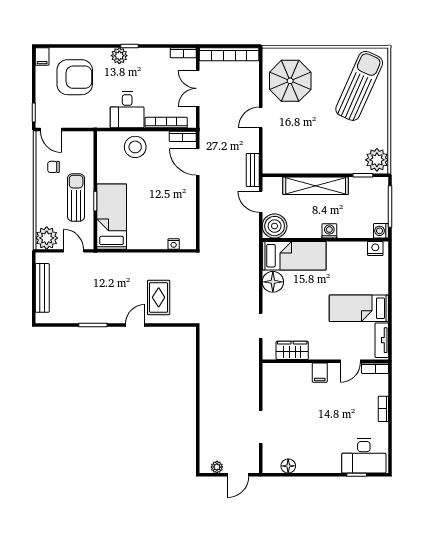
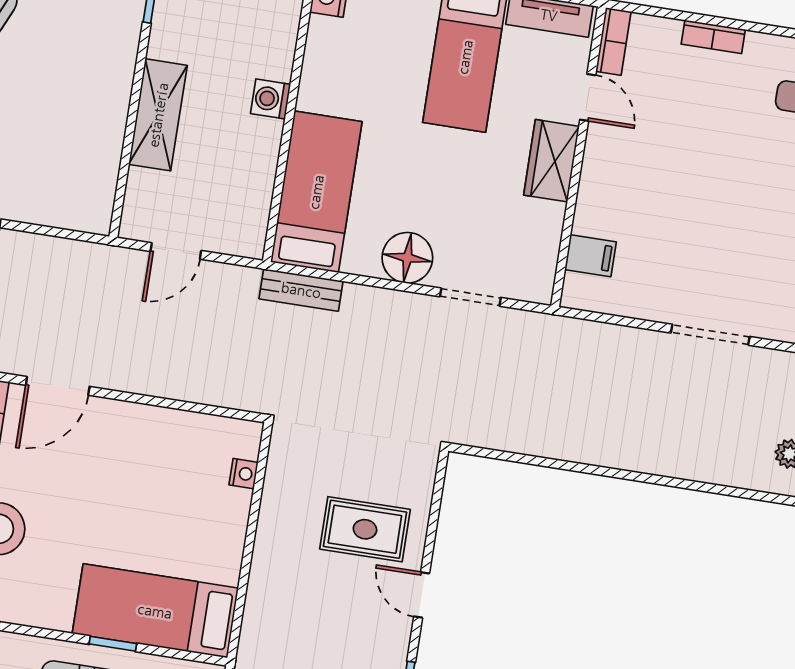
bench: (253, 170) -> (301, 290), moved
shelving: (316, 186) -> (158, 115), width x0.68
boiler: (275, 226) -> (238, 227), removed
floor lamp: (273, 282) -> (407, 258), moved
wardrobe: (292, 350) -> (551, 161), moved
filing cabinet: (320, 373) -> (591, 256), moved

